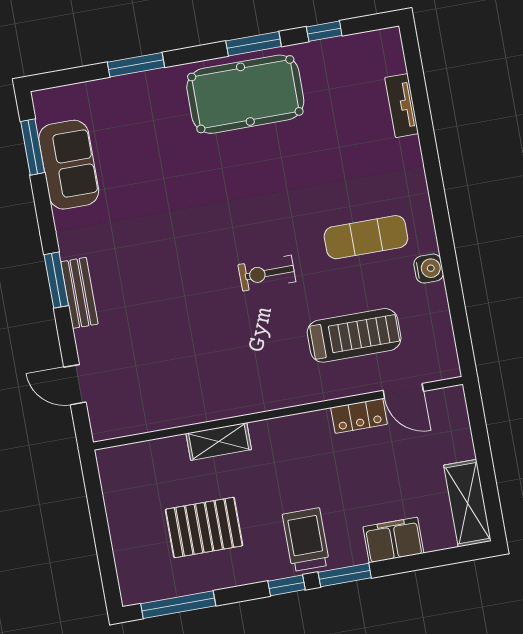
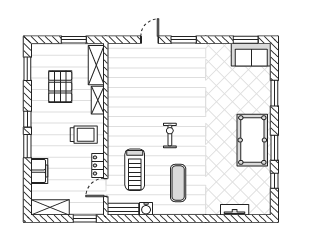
sofa: (69, 165) -> (251, 55), moved
water cooler: (429, 269) -> (146, 209), moved
bench: (79, 293) -> (123, 209), moved
door: (75, 385) -> (150, 40), moved
window: (478, 424) -> (85, 218), added
shelving: (144, 458) -> (96, 65), added
window: (98, 516) -> (74, 40), added
trolley: (306, 540) -> (84, 135), moved
window: (178, 605) -> (27, 69), width x0.69

